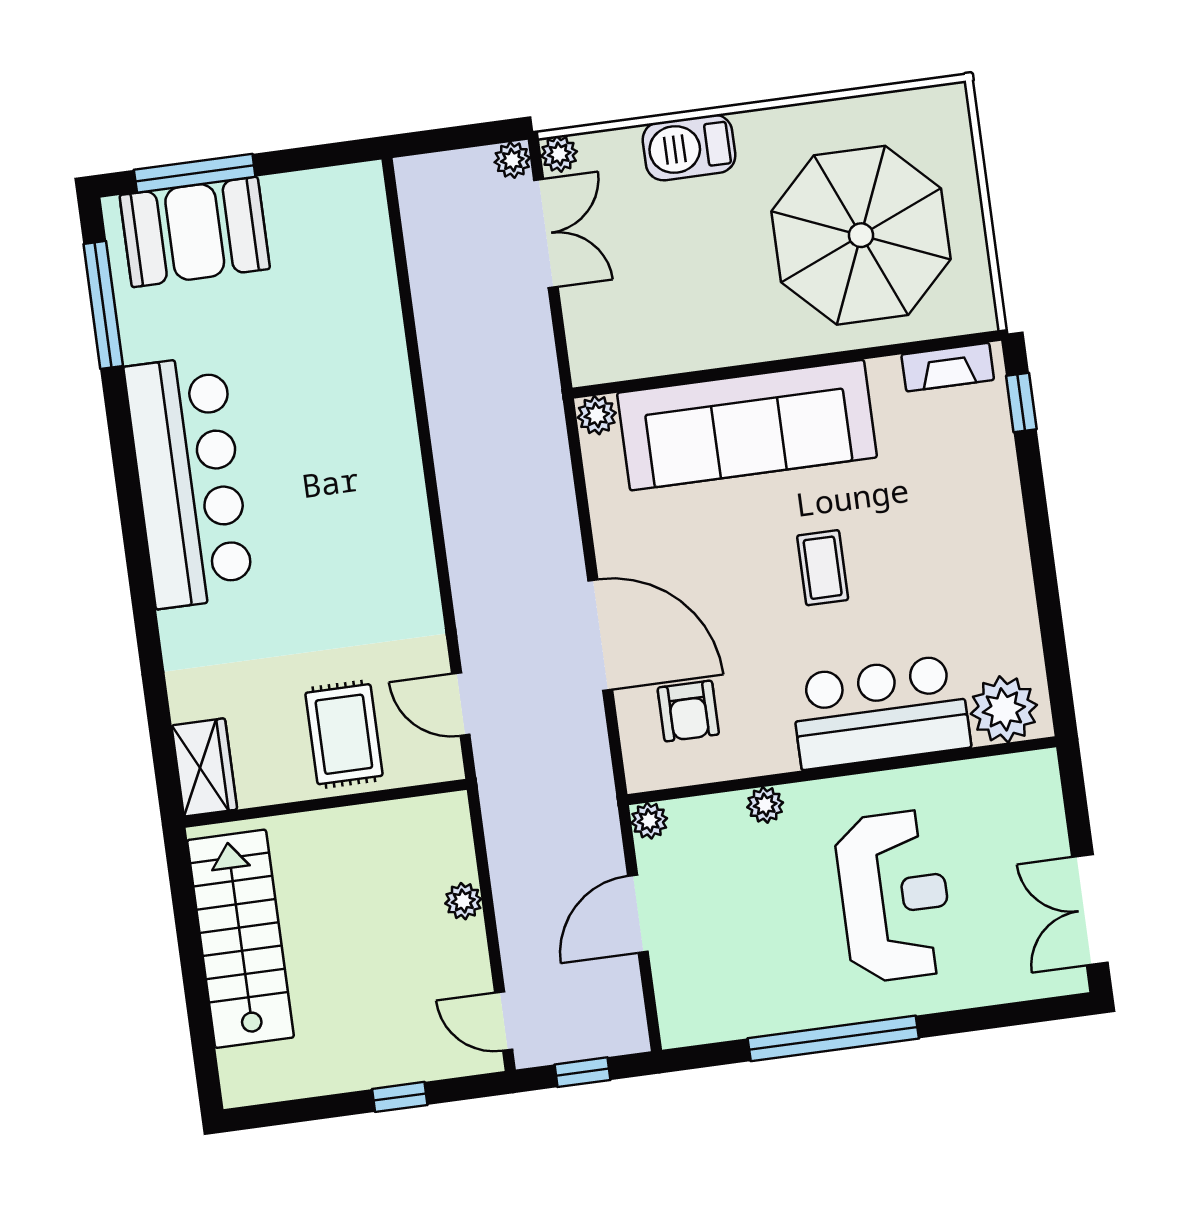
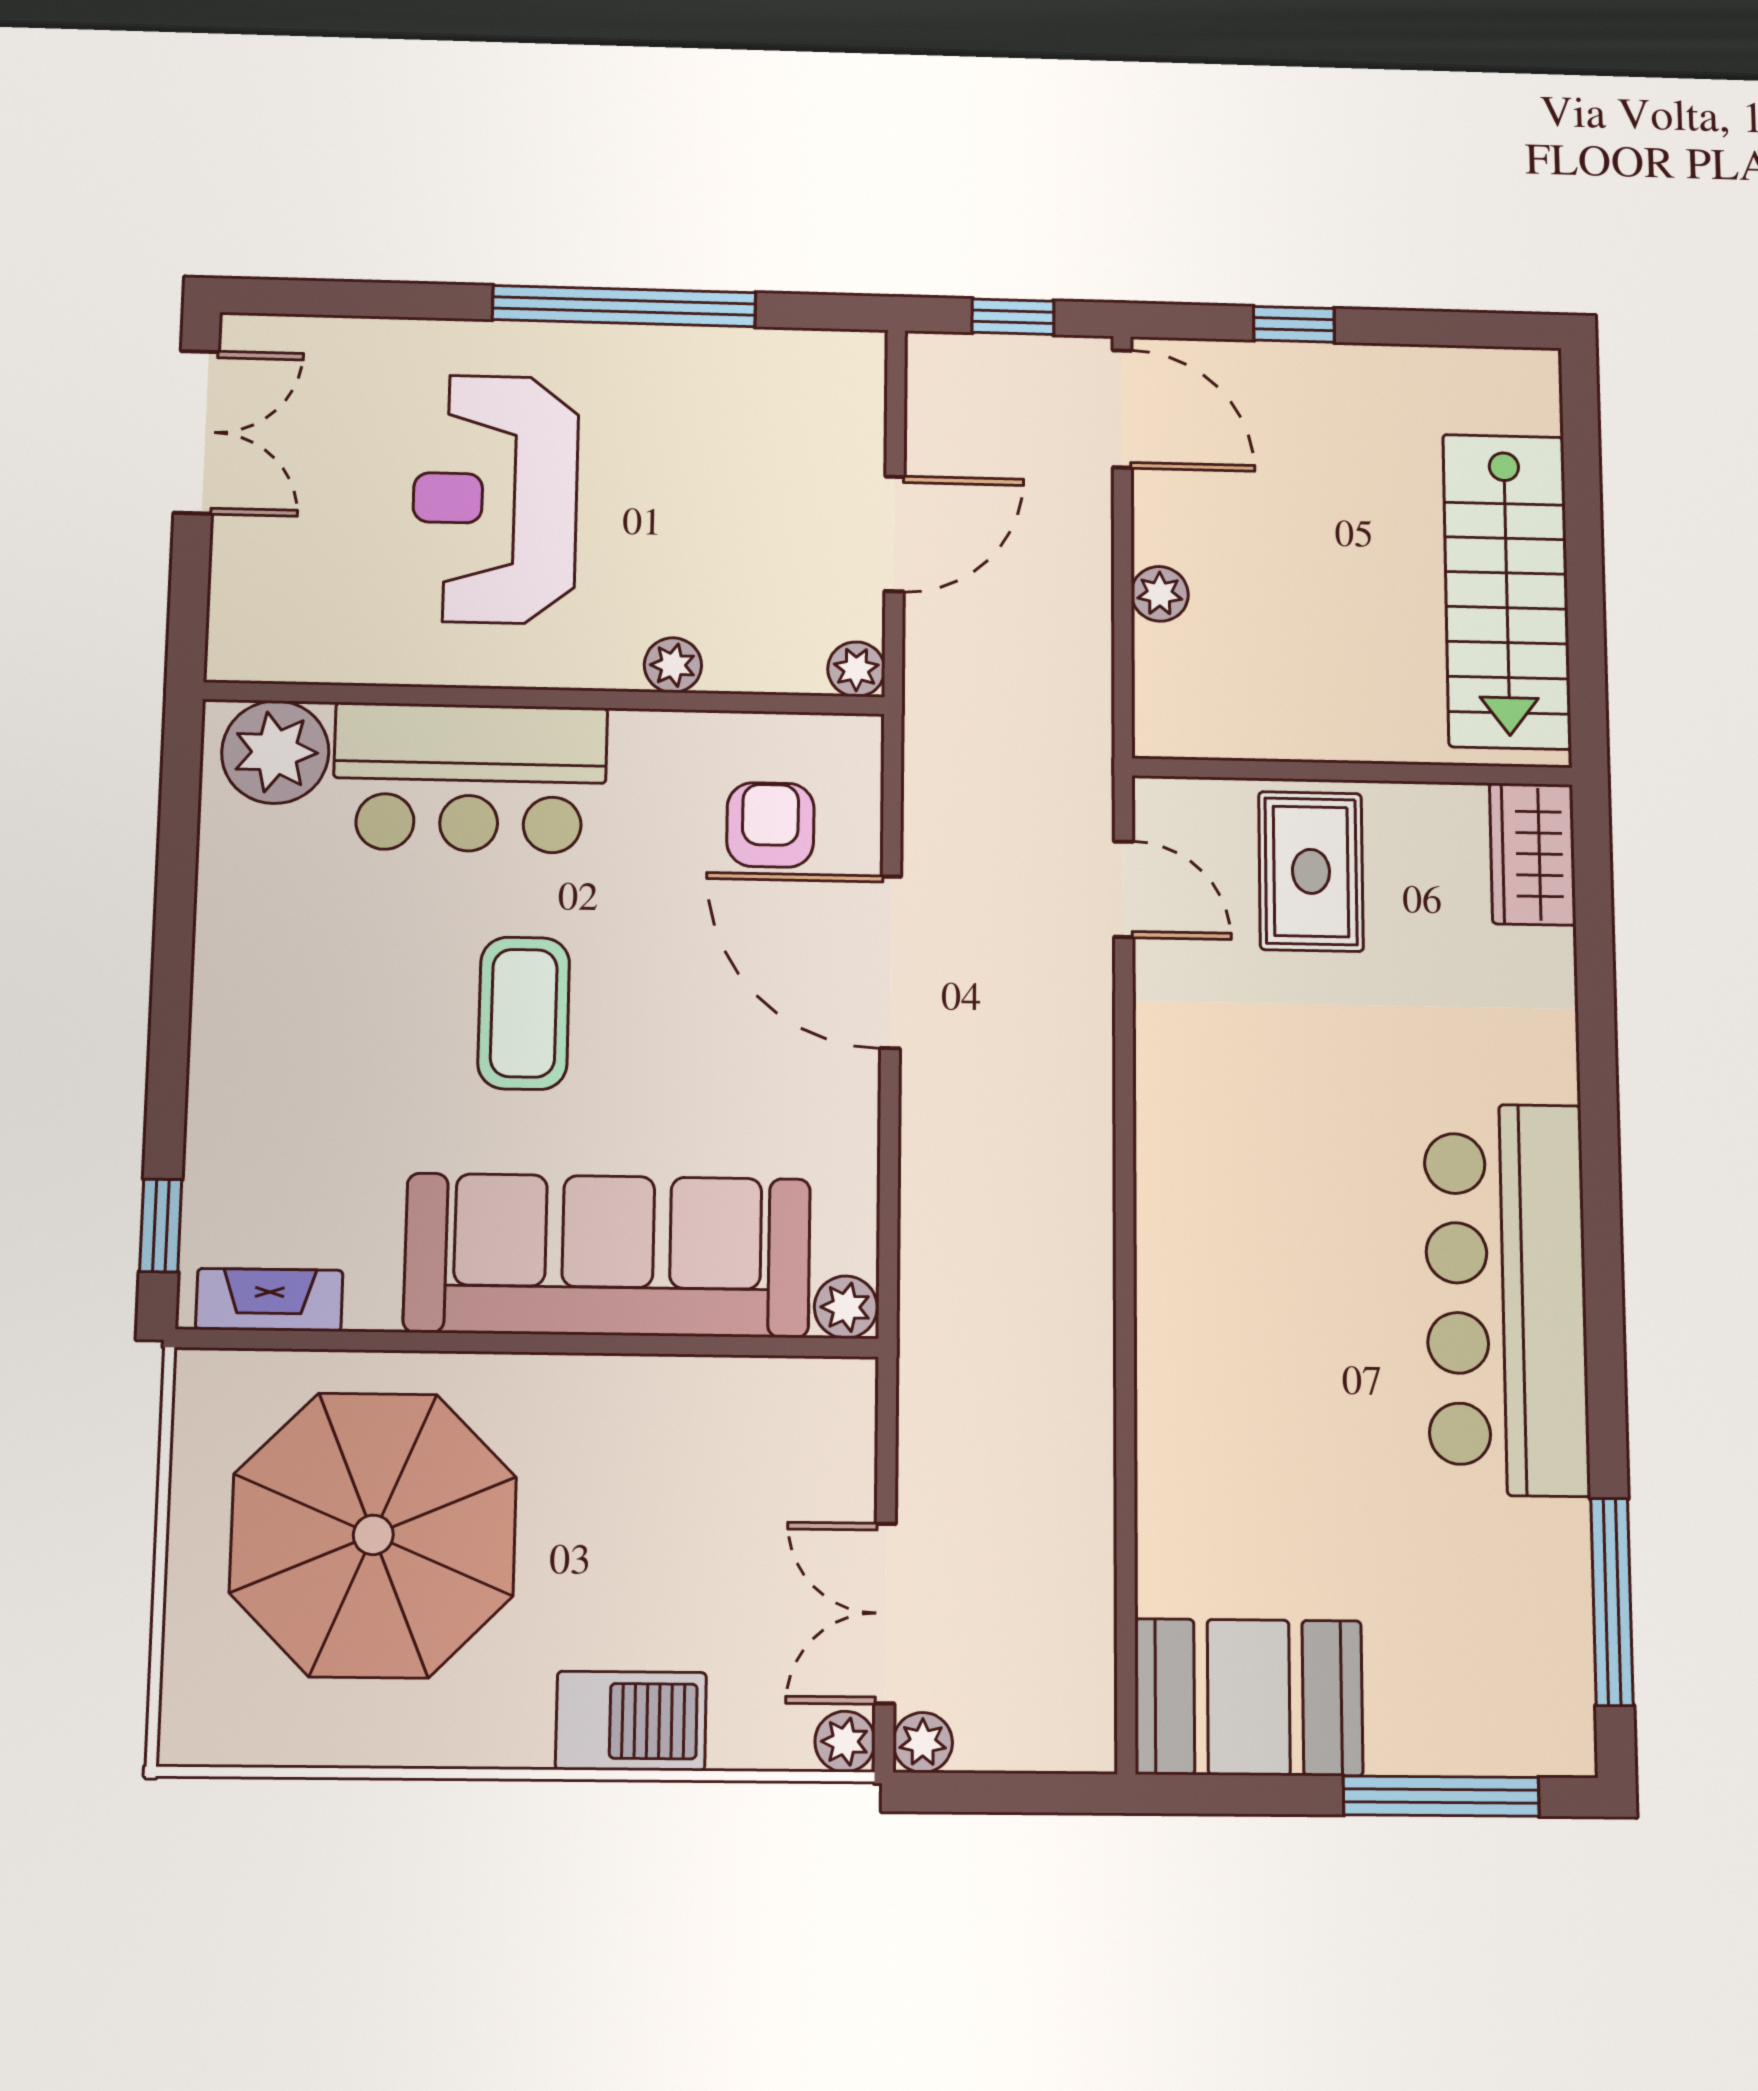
booth: (195, 232) -> (1249, 1697), moved
coffee table: (823, 568) -> (524, 1013), width x1.36, depth x1.30
door: (504, 1021) -> (1122, 409), width x1.38

